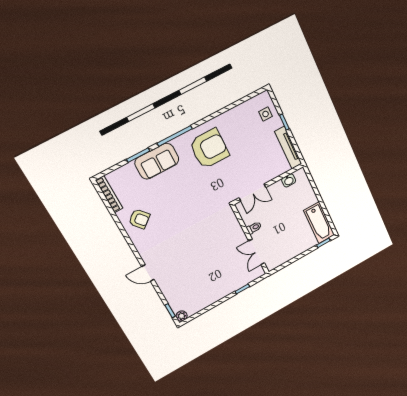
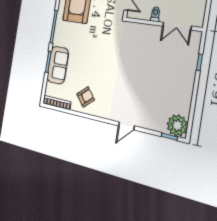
sofa: (157, 161) -> (58, 65), moved
plant: (182, 316) -> (177, 125), width x1.87, depth x1.87

